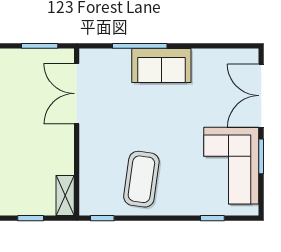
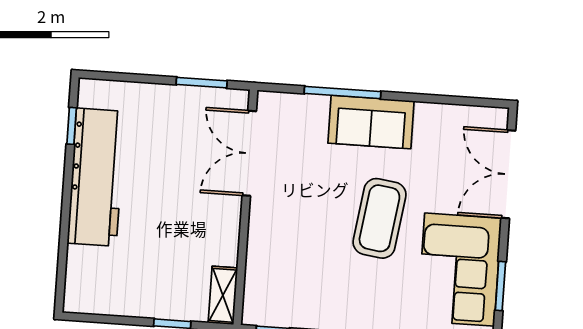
window: (261, 156) -> (500, 286), moved
coffee table: (141, 179) -> (379, 218), moved

